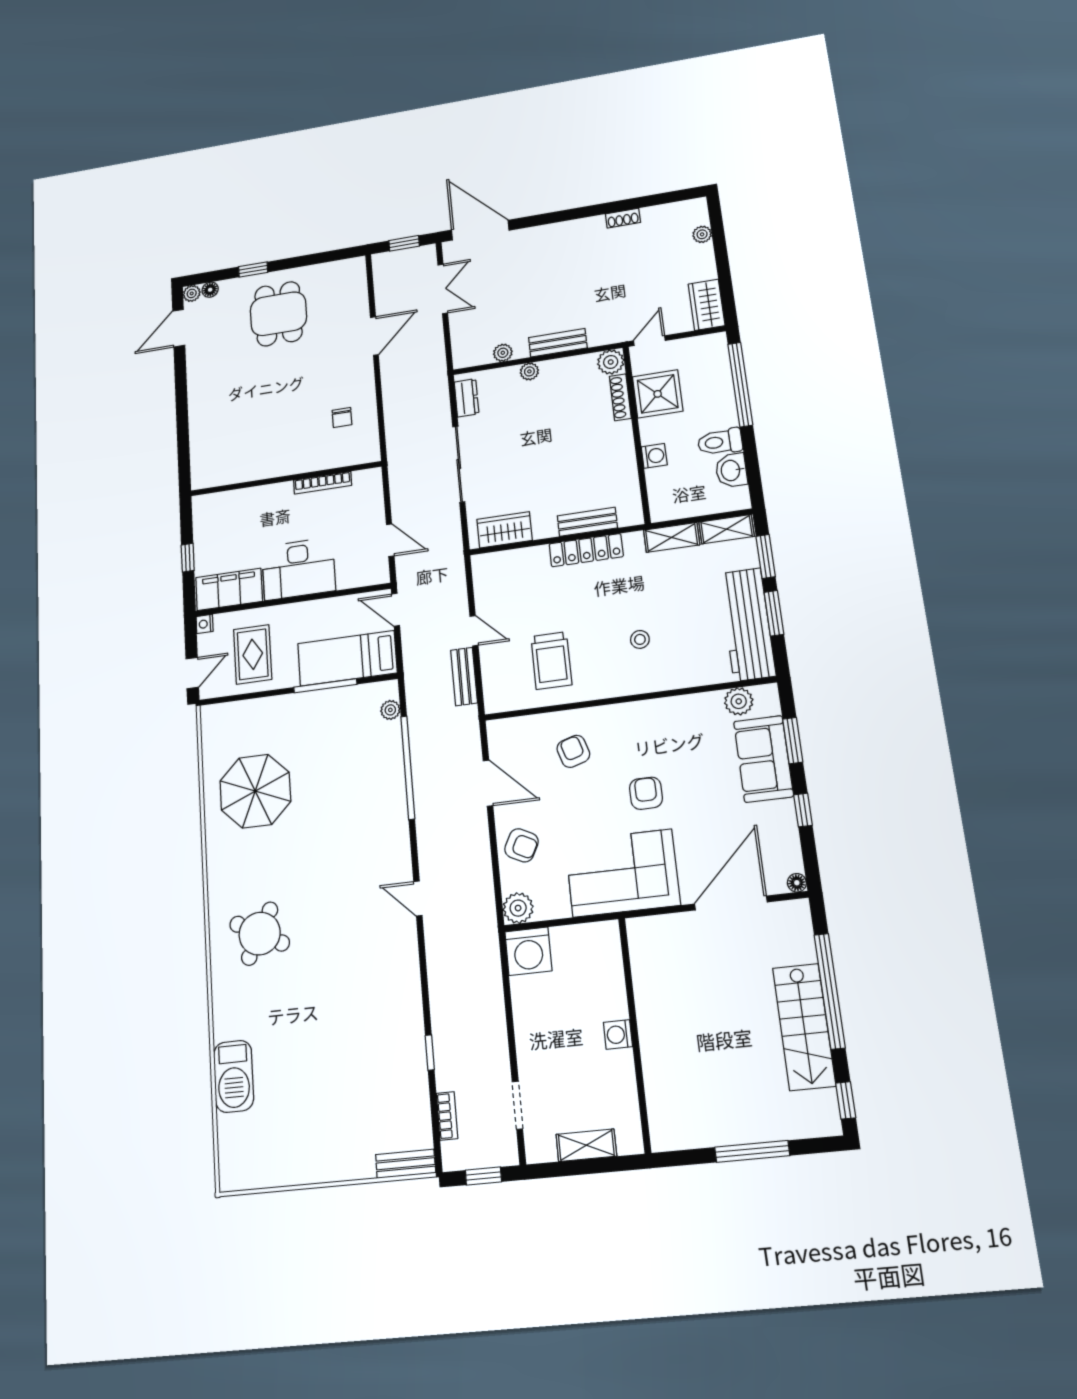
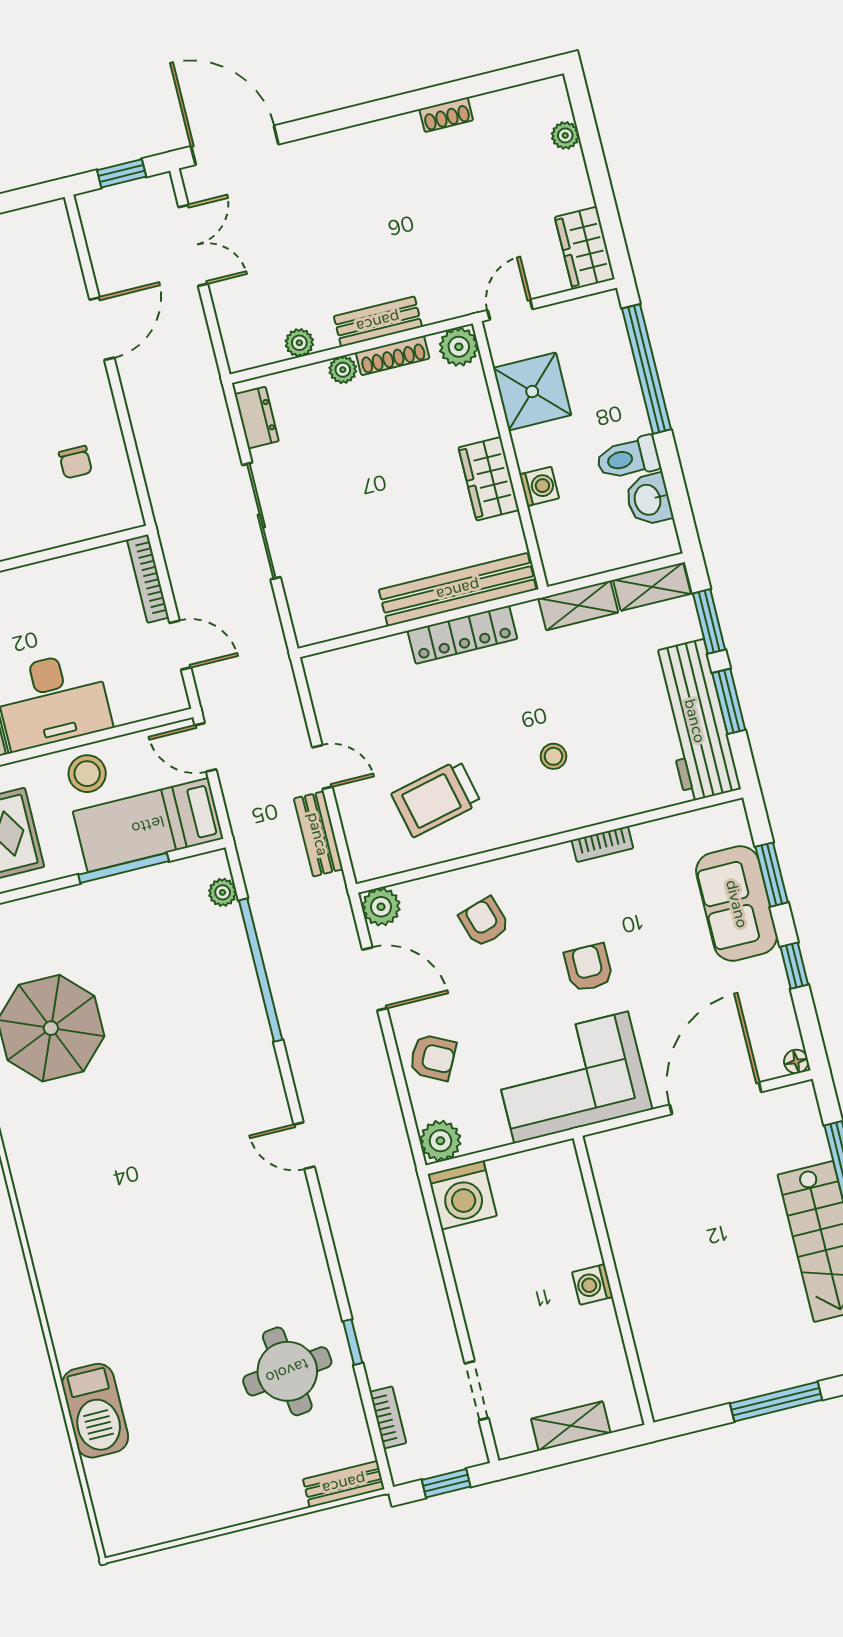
shoe rack: (620, 397) -> (393, 355), moved, turned -90
bookcase: (323, 483) -> (148, 579), moved, turned 90
bench: (587, 522) -> (458, 590), width x1.86, depth x1.21
wardrobe: (505, 530) -> (489, 479), moved, turned -90
stool: (312, 619) -> (87, 774), added
trolley: (551, 660) -> (436, 799), turned 77
plant: (739, 701) -> (381, 907), moved
bookcase: (668, 705) -> (602, 844), added
round table: (260, 934) -> (287, 1371), moved, turned -35

